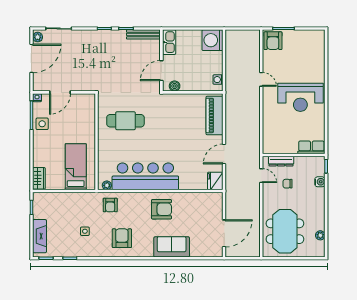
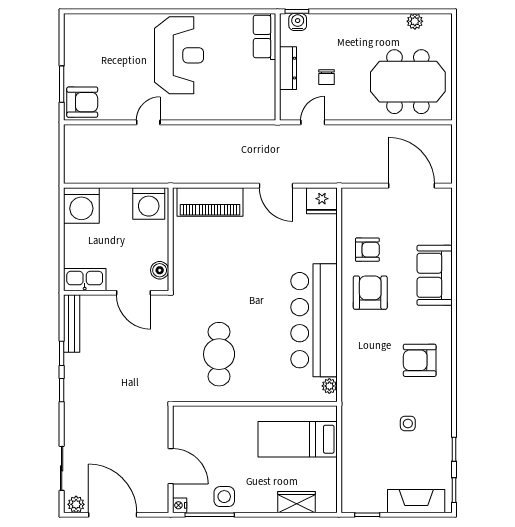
washing machine: (218, 80) -> (149, 204), width x1.89, depth x1.89
dresser: (281, 161) -> (288, 68), moved
wardrobe: (39, 178) -> (296, 502), moved
water cooler: (320, 182) -> (298, 22), moved
armchair: (110, 205) -> (367, 250), moved

